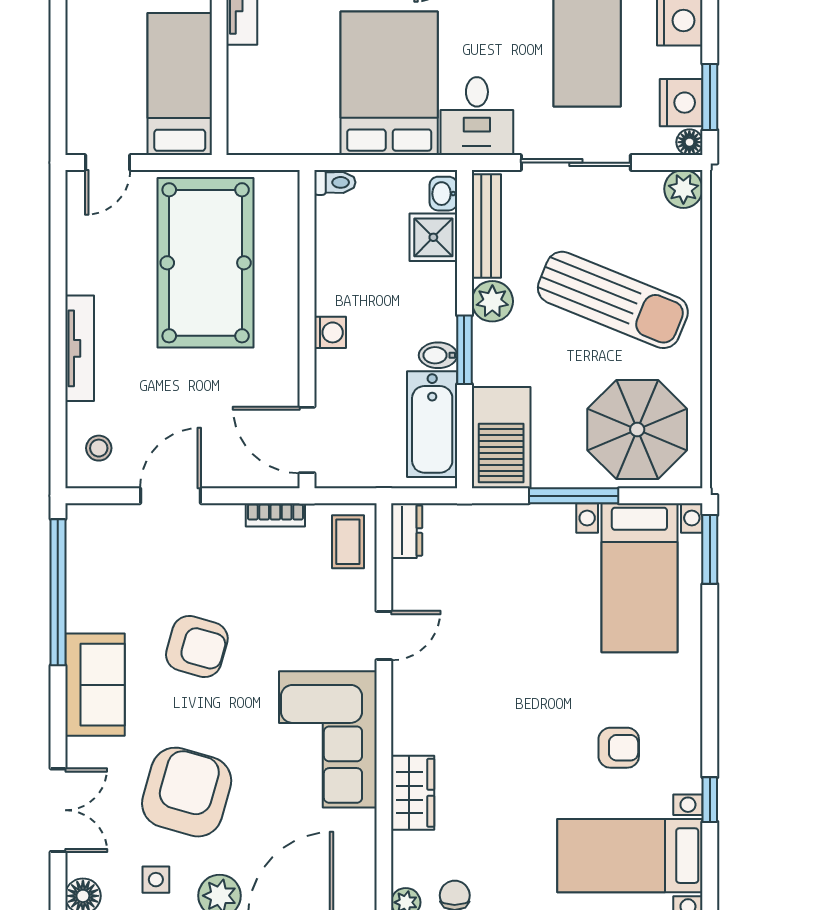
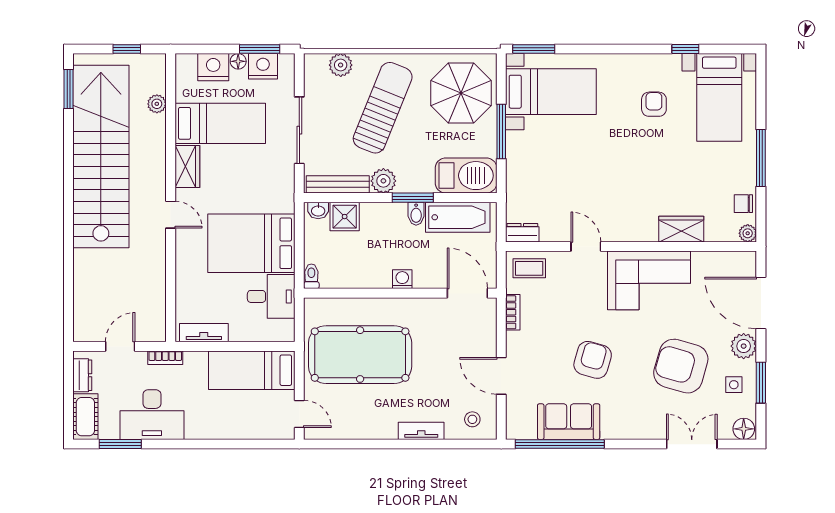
desk: (477, 116) -> (271, 296), moved
floor lamp: (689, 142) -> (238, 61), moved
plant: (683, 189) -> (341, 65), moved
tv unit: (80, 348) -> (421, 431), width x0.71
door: (307, 440) -> (467, 293), swing flipped
sofa: (95, 685) -> (569, 422), moved

